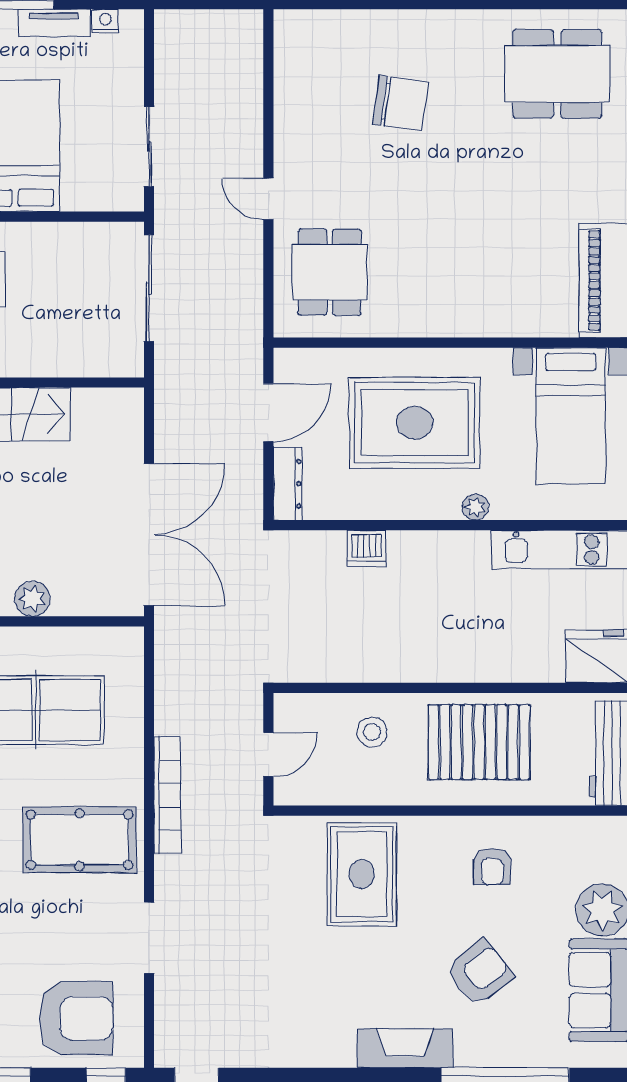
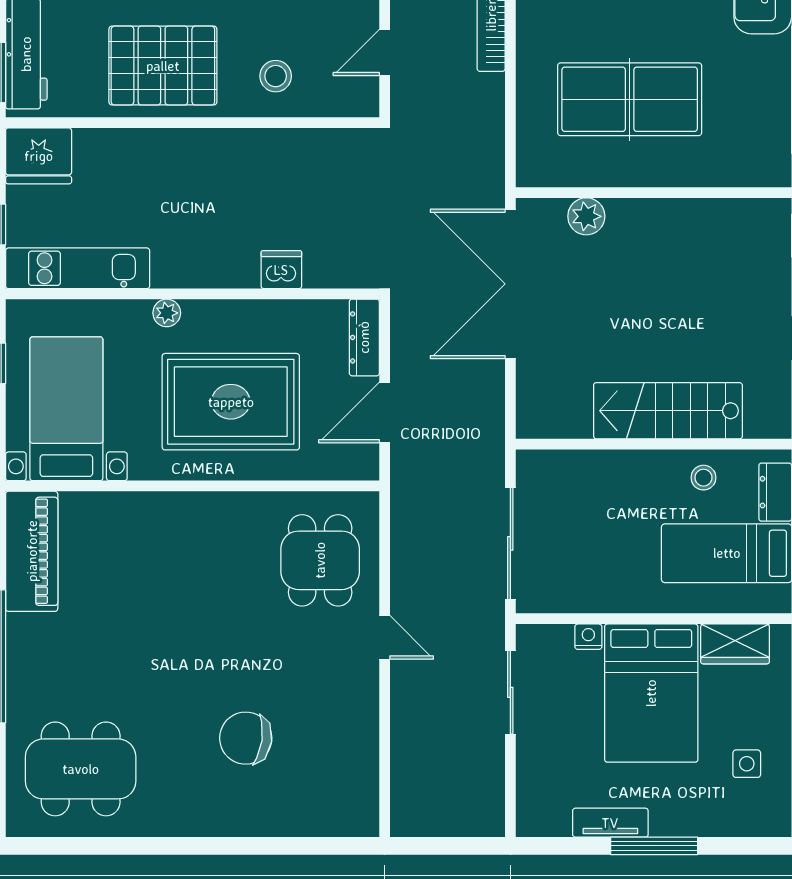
nightstand: (105, 21) -> (588, 637), moved, turned 180
plant: (32, 599) -> (586, 216), moved

